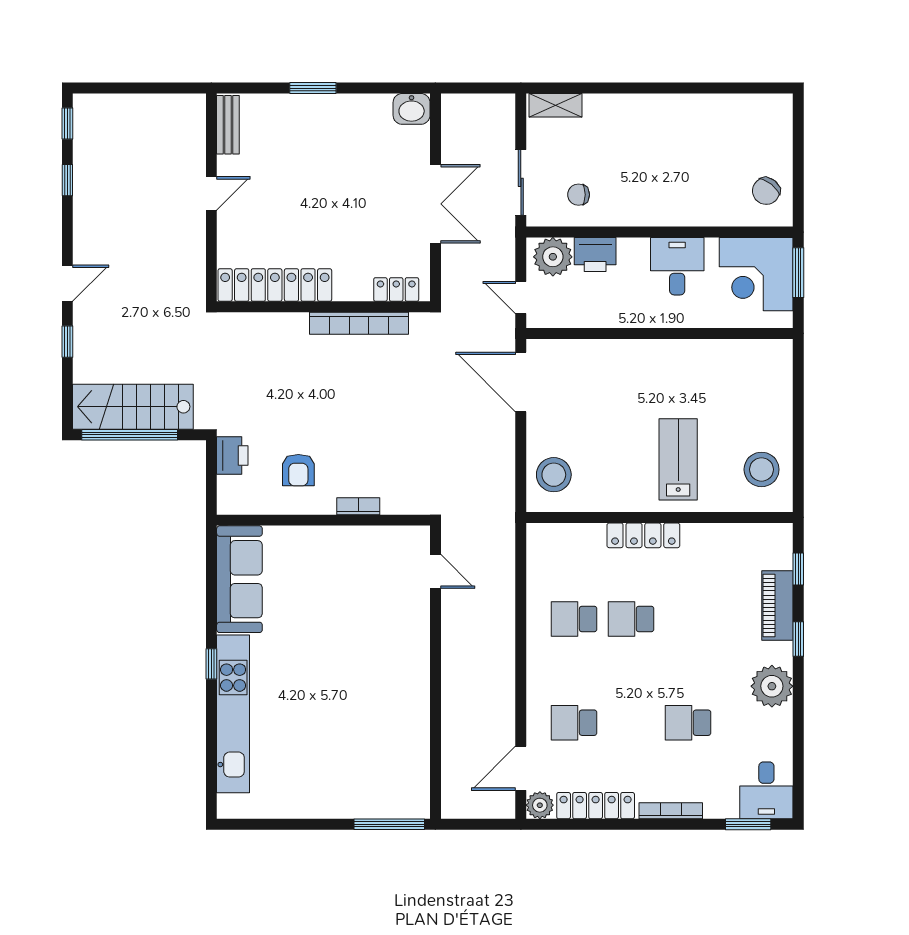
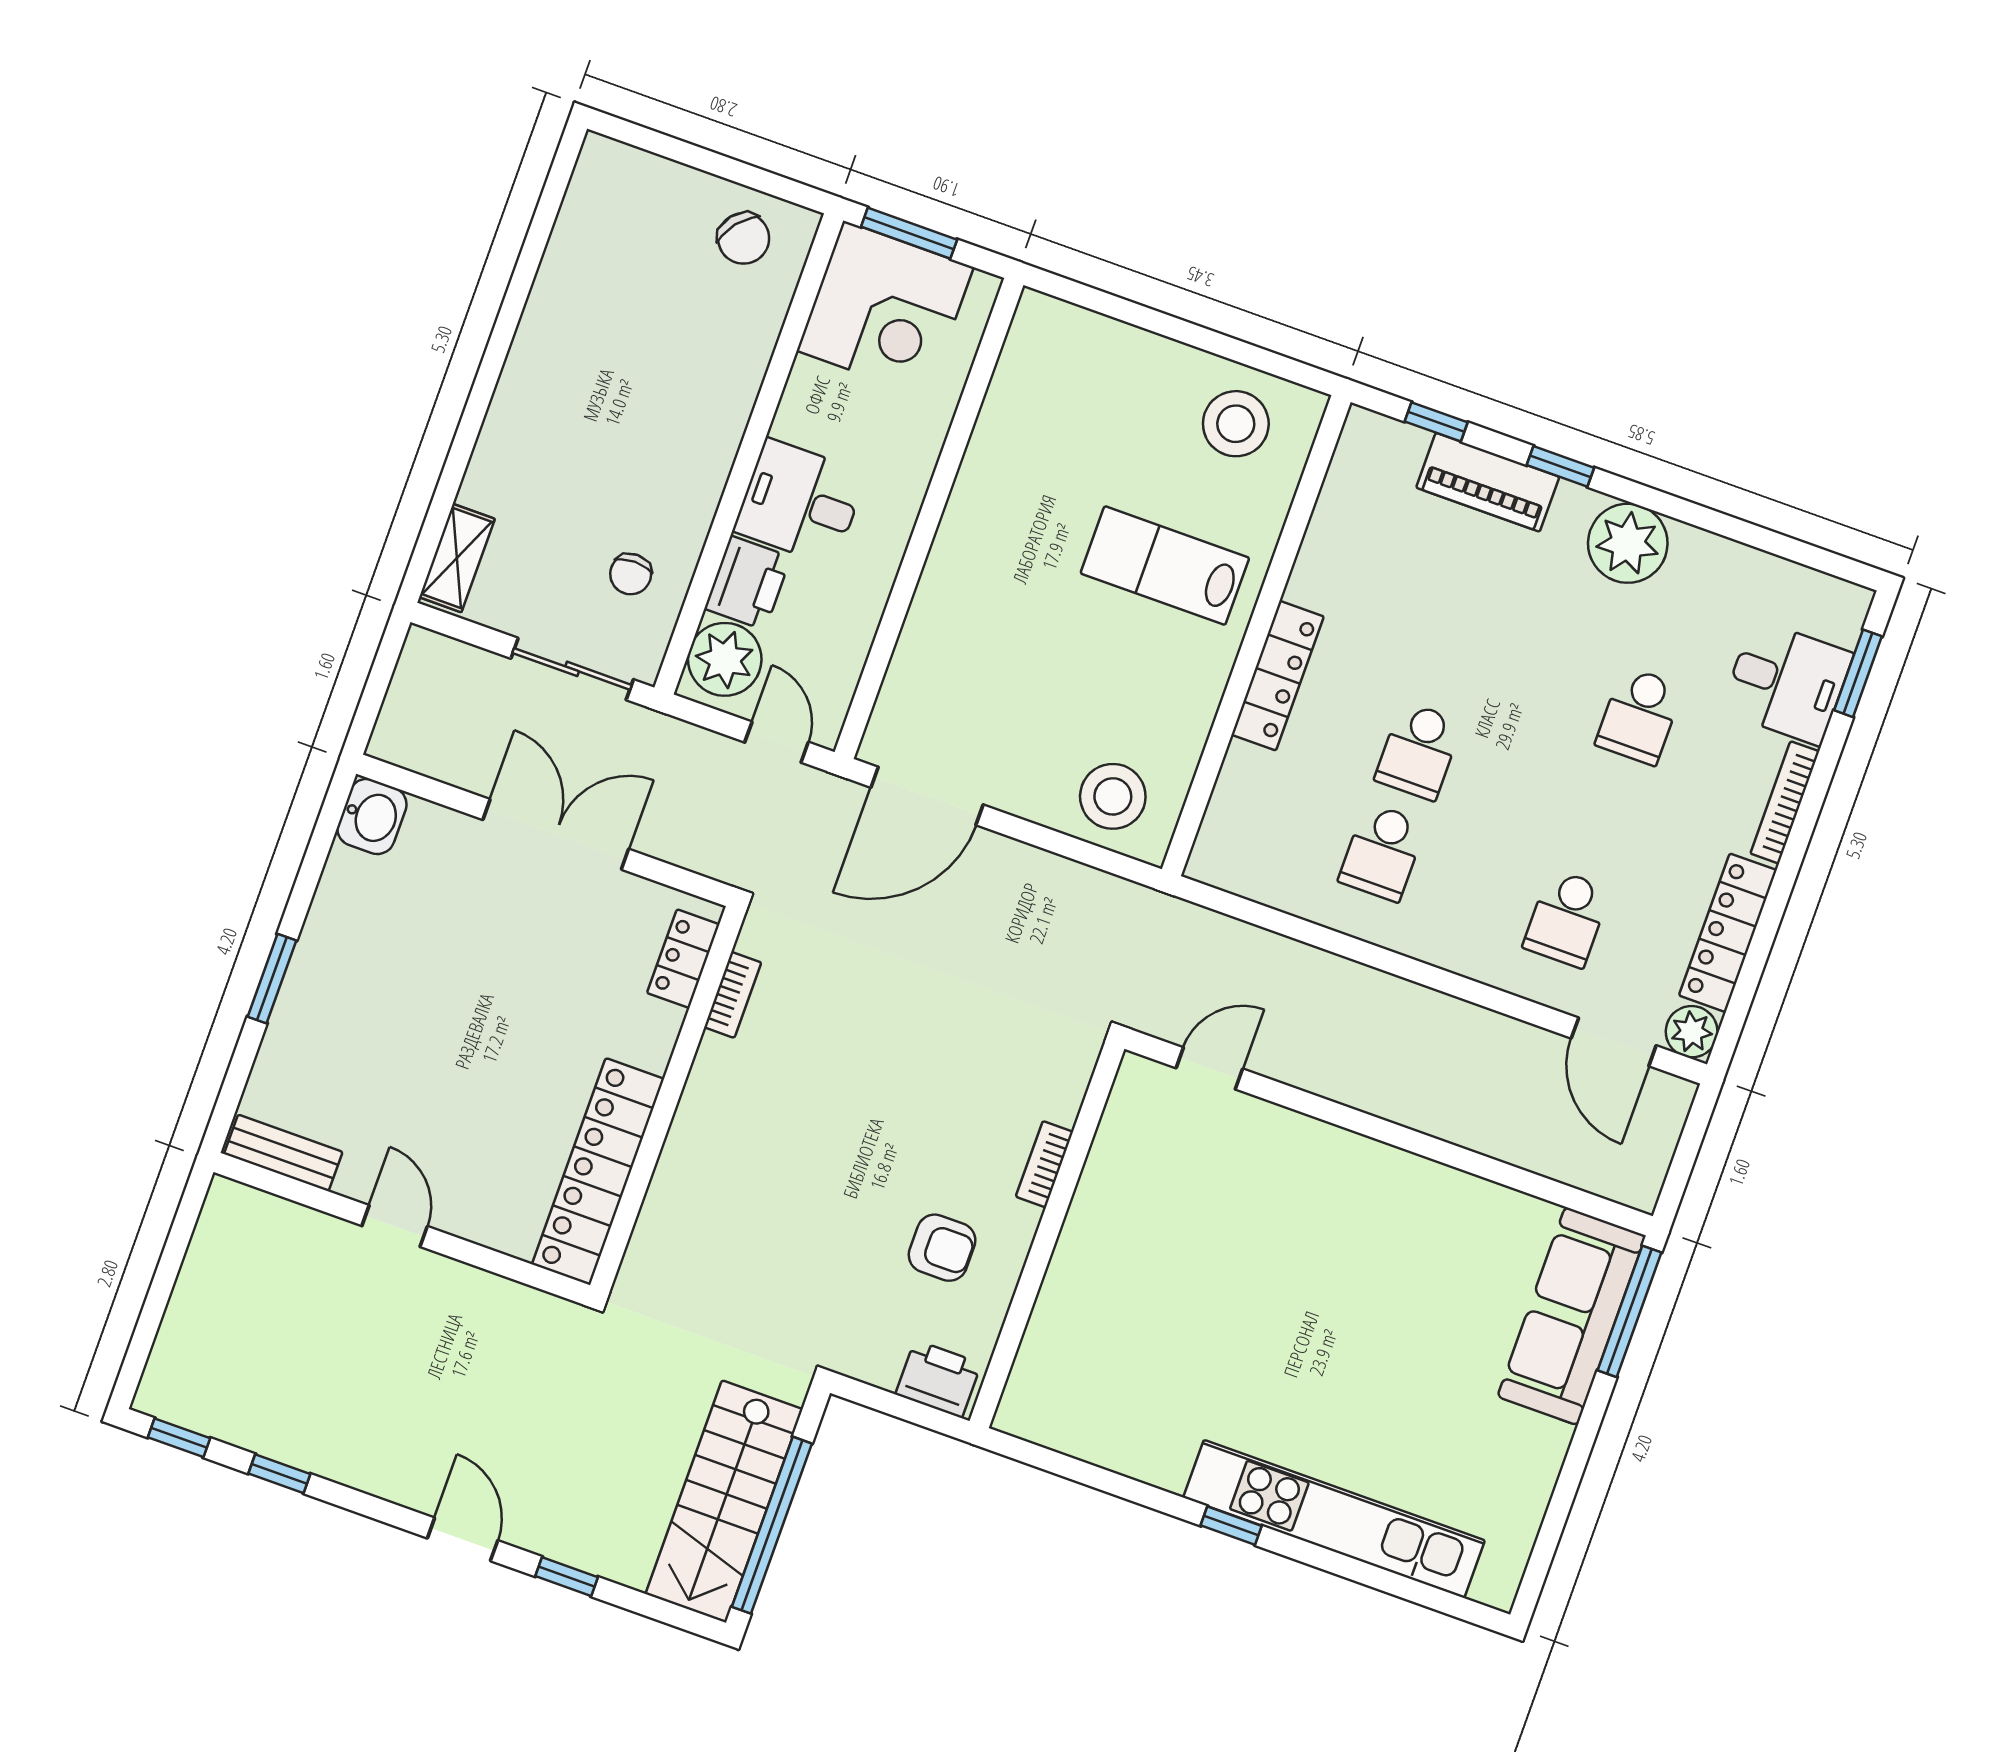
desk: (677, 266) -> (800, 502), moved
door: (521, 297) -> (777, 742), swing flipped
bookcase: (359, 323) -> (733, 995), width x0.43, depth x0.76
printer: (232, 456) -> (938, 1379), moved
sofa: (239, 579) -> (1572, 1316), moved, turned -90
desk: (766, 790) -> (1787, 682), moved

